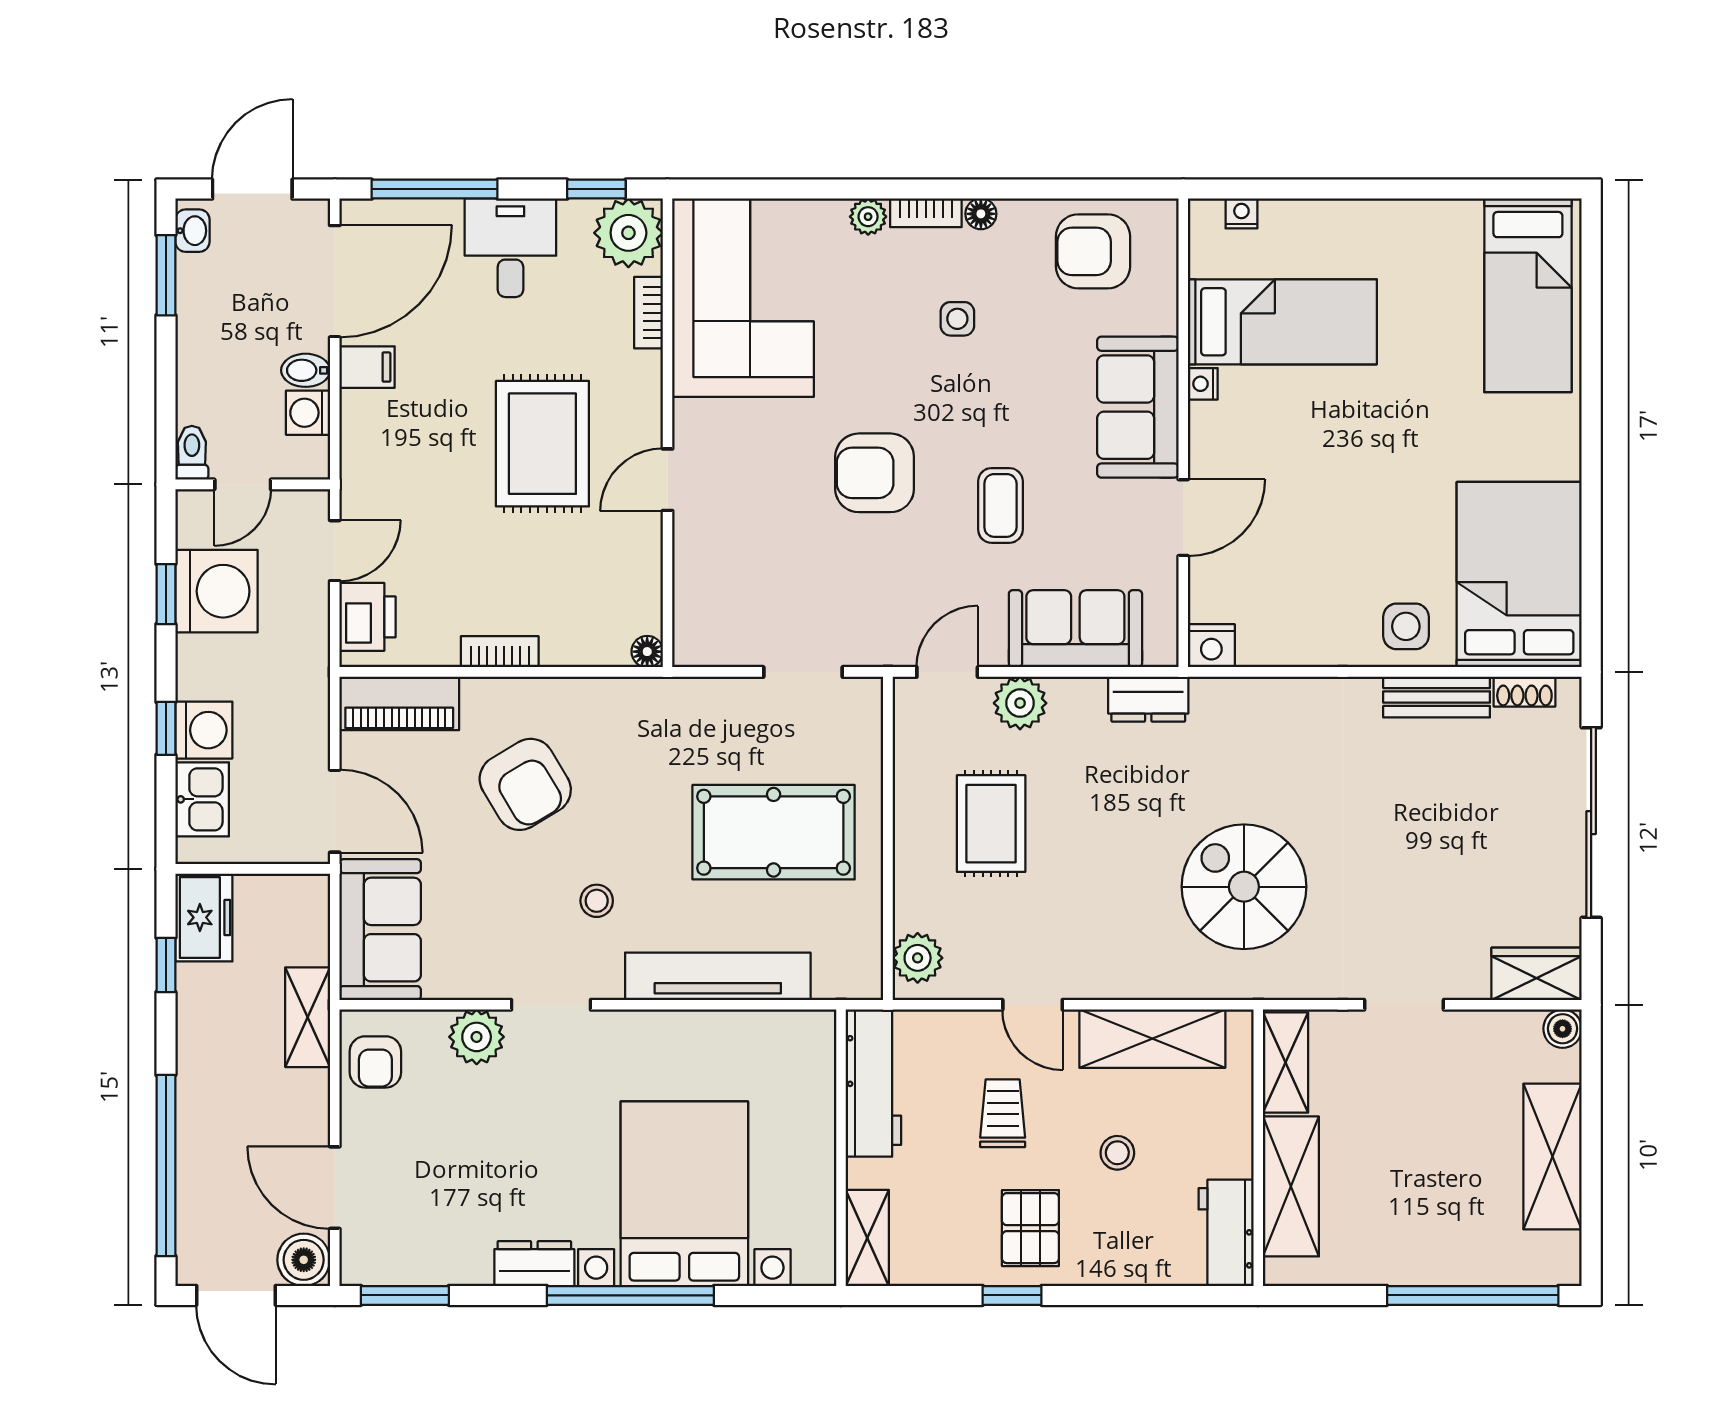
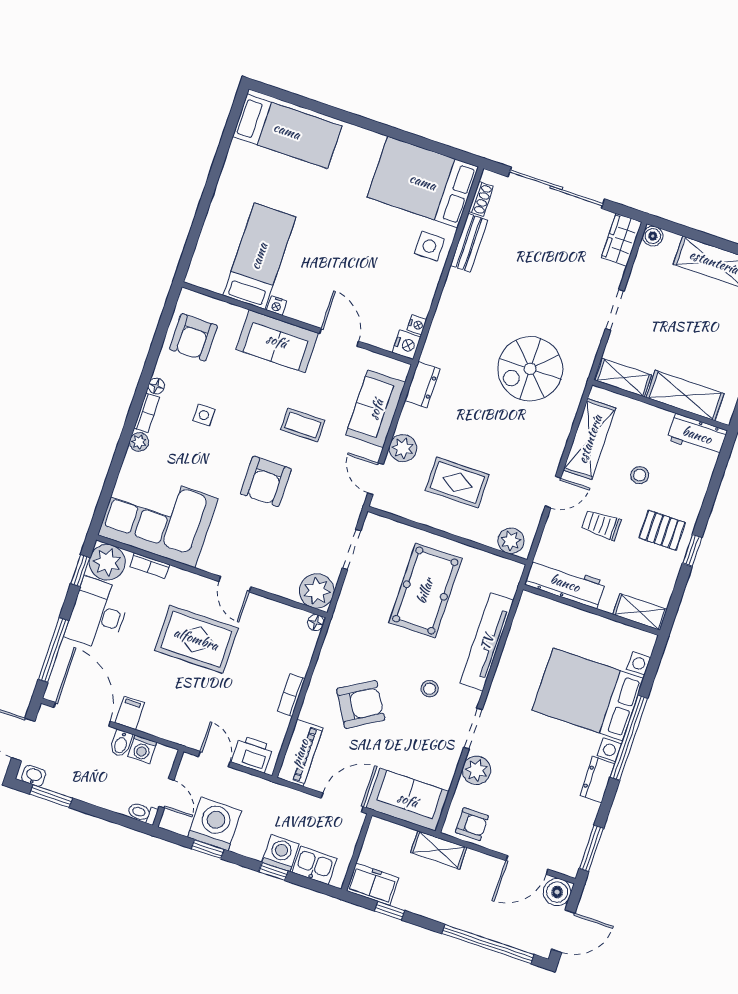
nightstand: (1241, 213) -> (417, 325), moved, turned 180
desk: (510, 248) -> (98, 614), width x1.37
plant: (706, 634) -> (317, 591), added

